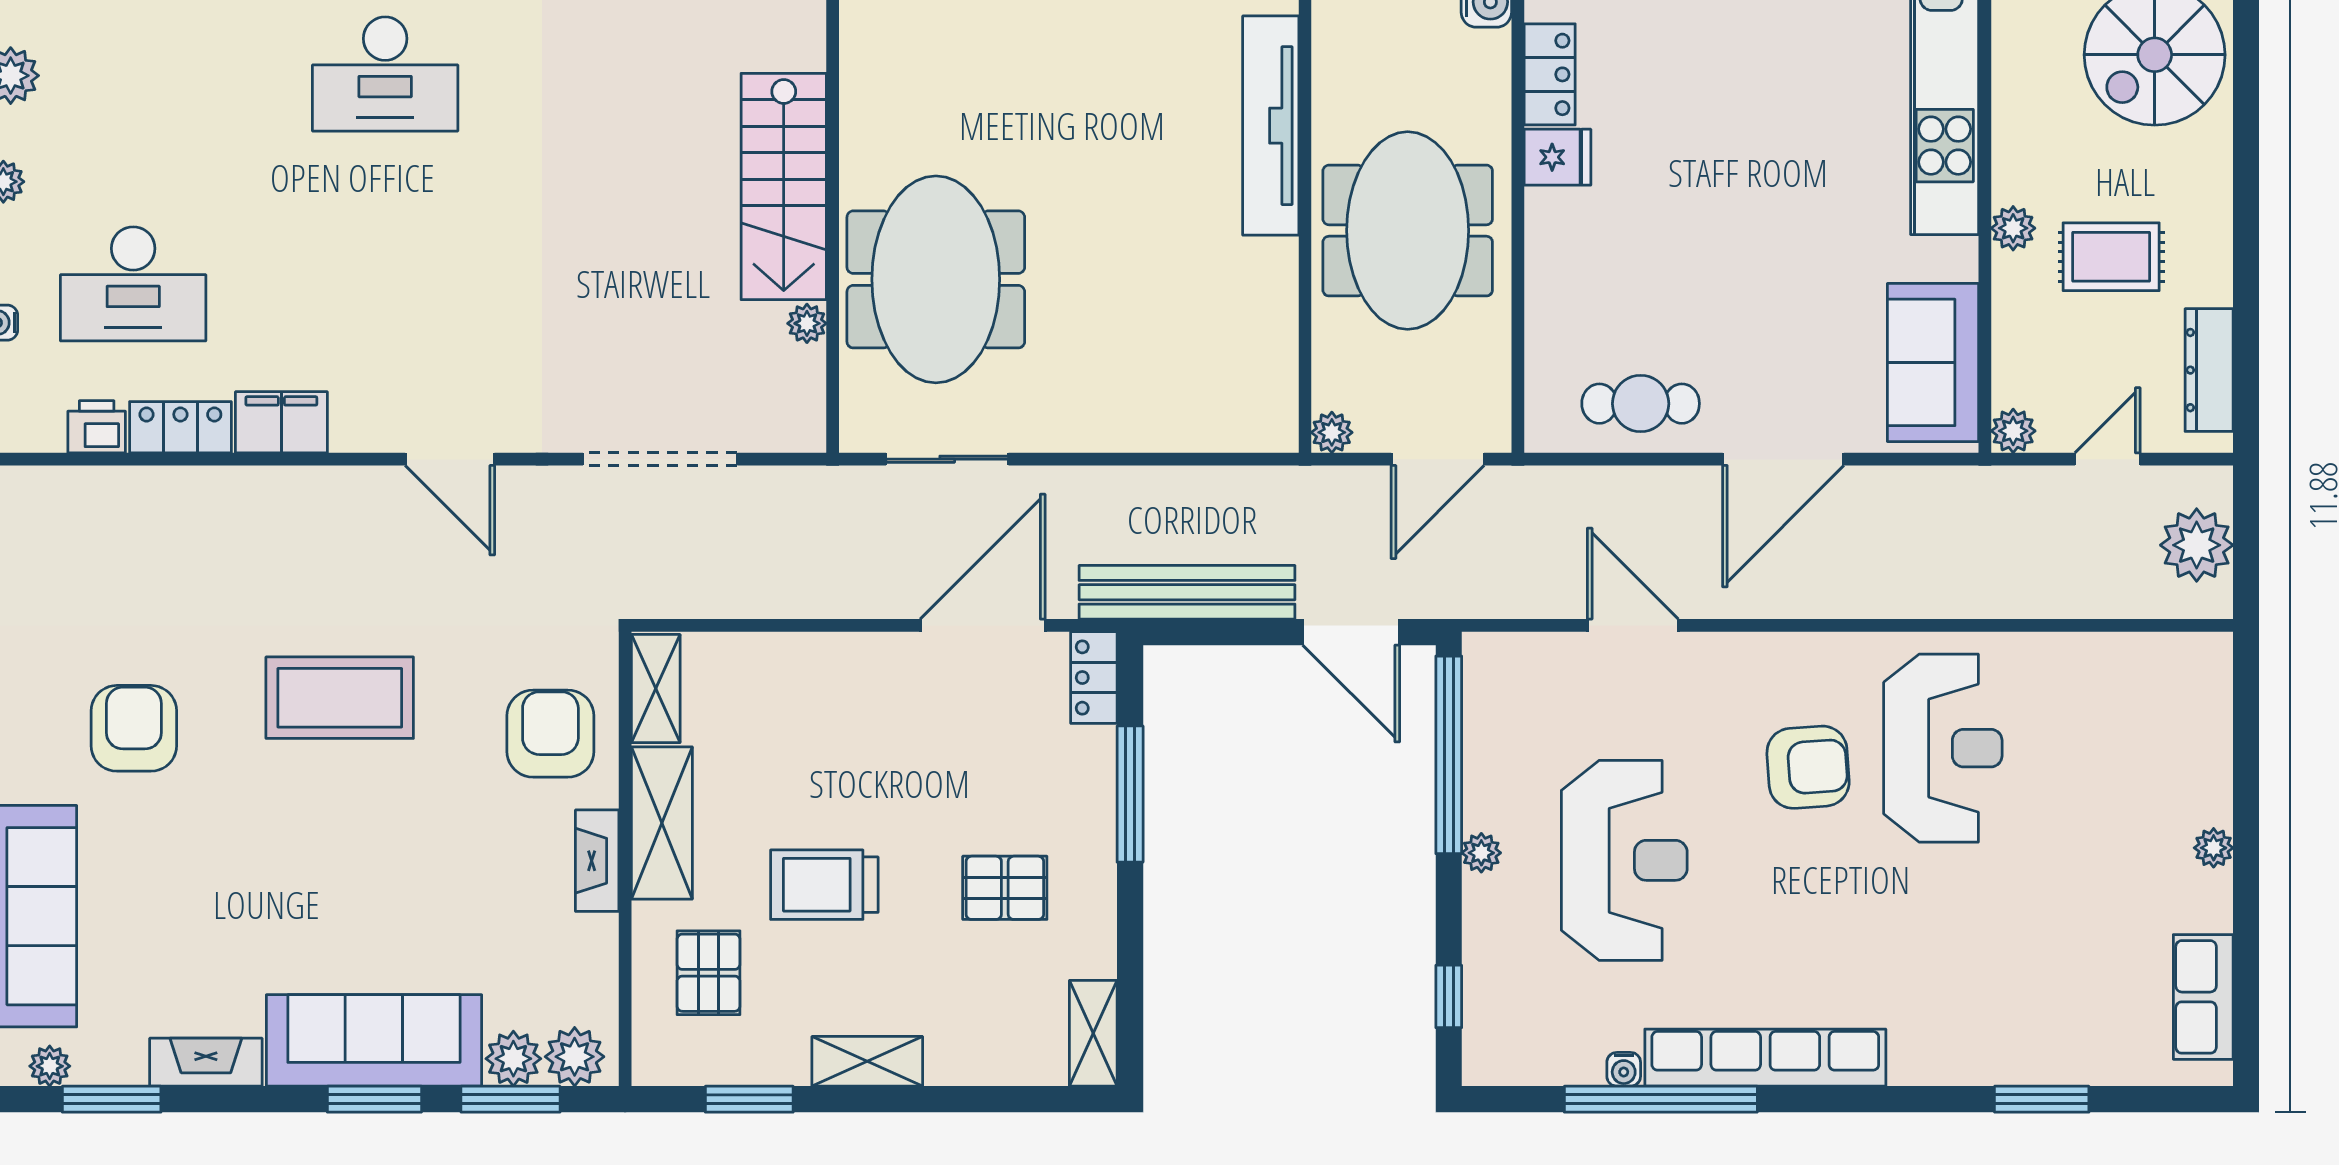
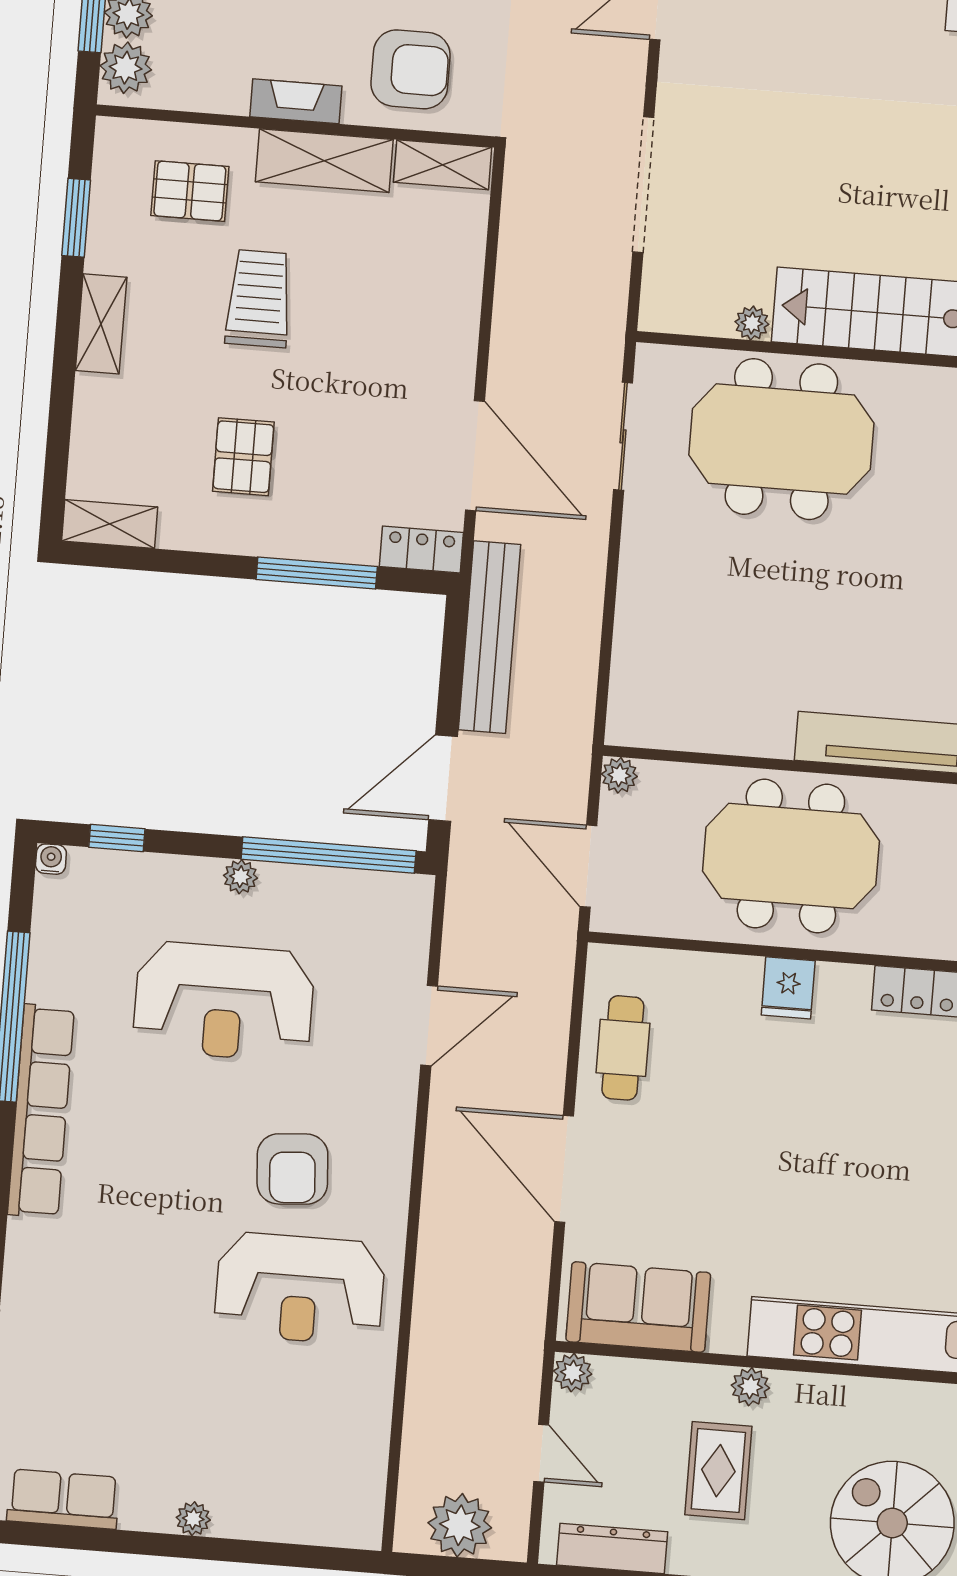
fridge: (1557, 157) -> (788, 988), moved
water cooler: (1624, 1069) -> (51, 859), moved, turned 90

